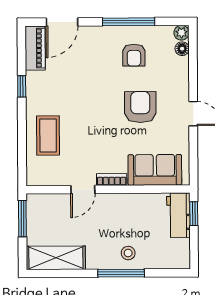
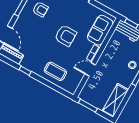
armchair: (140, 107) -> (66, 36), moved, turned 180
door: (83, 190) -> (90, 69), swing flipped

